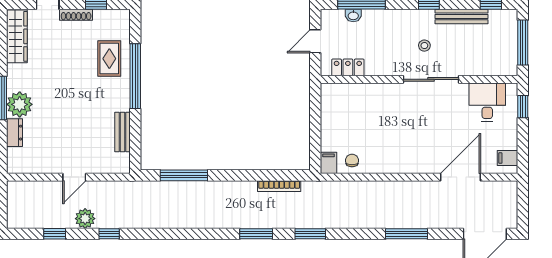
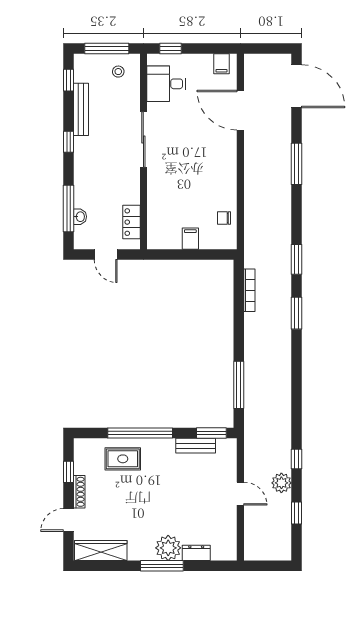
stool: (424, 46) -> (118, 72), moved
window: (135, 148) -> (211, 433), added
filing cabinet: (328, 163) -> (190, 239), moved, turned 90

